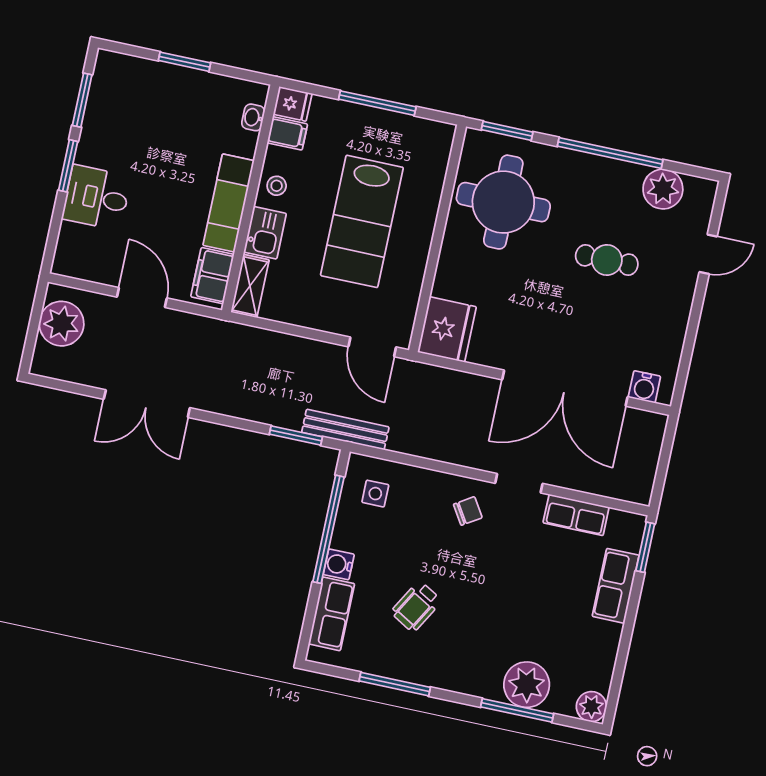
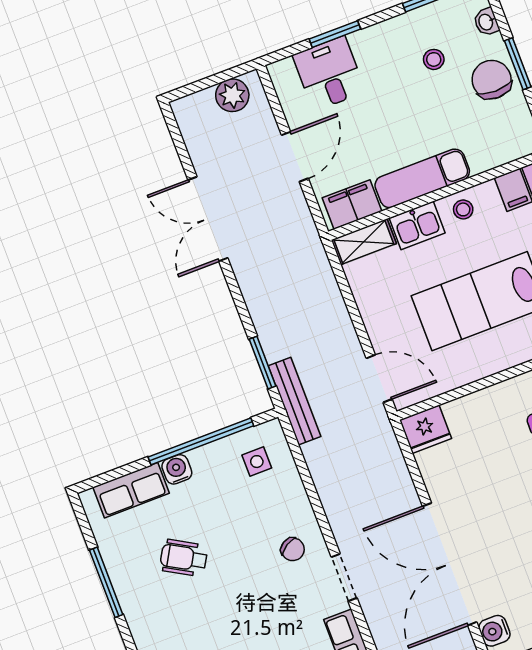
chair: (184, 92) -> (492, 80), added
washbasin: (253, 117) -> (486, 22), moved, turned -90
stool: (136, 129) -> (434, 59), added
window: (68, 166) -> (335, 34), moved
desk: (97, 198) -> (329, 73), moved
plant: (61, 324) -> (232, 95), width x0.73, depth x0.73
fridge: (447, 329) -> (426, 429), width x0.73, depth x0.75
door: (372, 347) -> (379, 379), swing flipped

